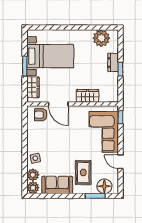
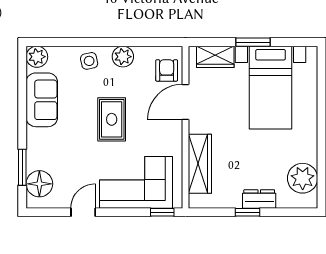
wardrobe: (88, 96) -> (200, 164), width x1.50
rug: (83, 172) -> (112, 119), moved, turned 90
plant: (33, 175) -> (123, 57), moved

